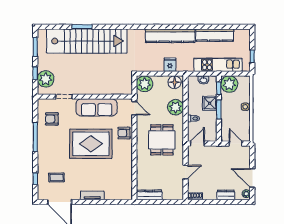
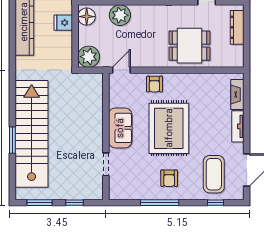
plant: (46, 79) -> (82, 189), removed
sofa: (97, 107) -> (120, 128), width x0.73
armchair: (52, 119) -> (169, 178), moved
dining table: (162, 140) -> (190, 46), moved
coffee table: (56, 177) -> (214, 174), width x1.86, depth x1.72
fireplace: (116, 195) -> (237, 95), added
dresser: (149, 195) -> (237, 27), moved

